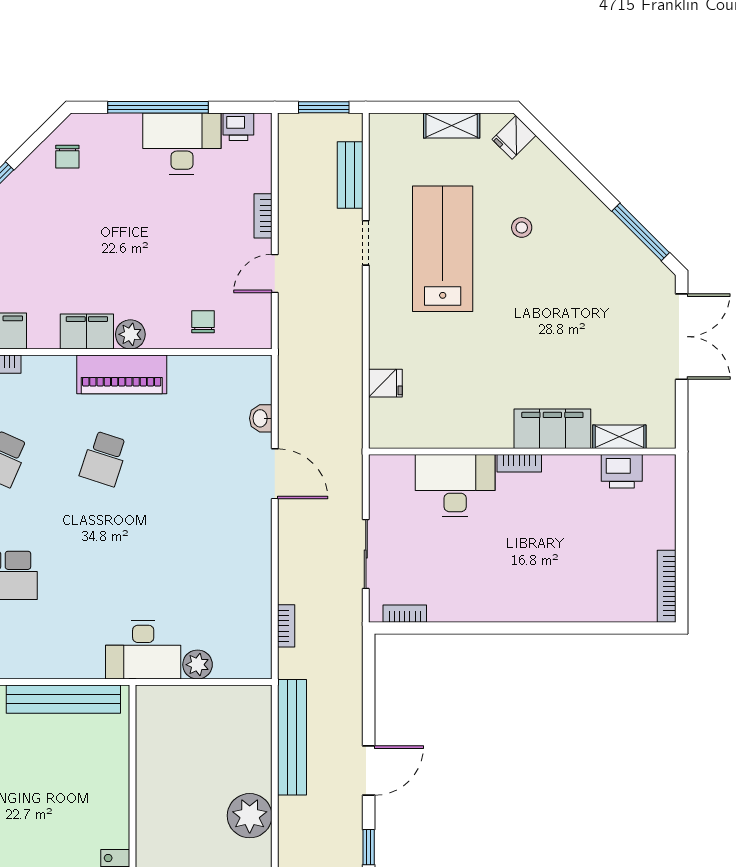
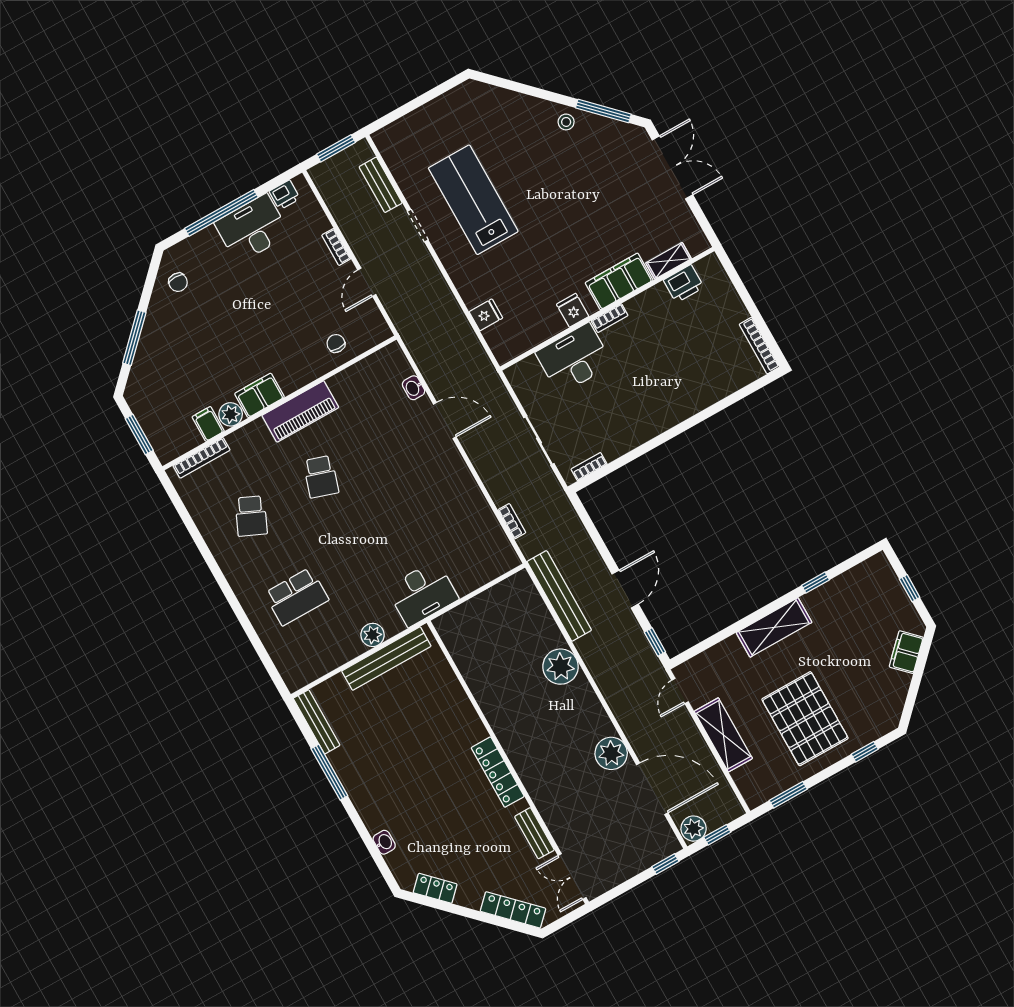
shelving: (452, 126) -> (431, 111), removed
fridge: (514, 137) -> (573, 310), moved, turned 135
stool: (522, 227) -> (566, 122), moved
plant: (130, 334) -> (231, 414), moved
plant: (198, 665) -> (373, 635), moved

